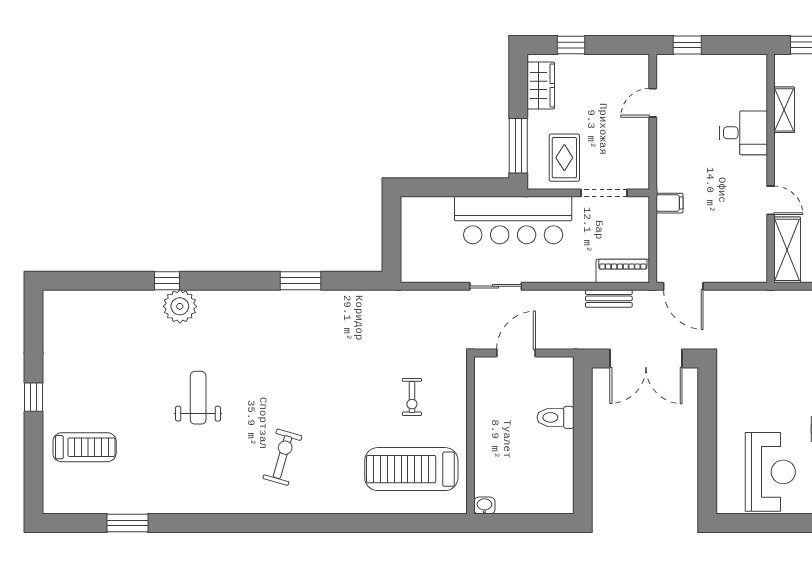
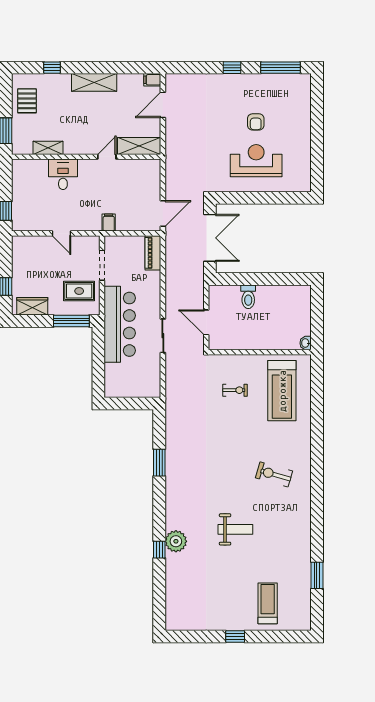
door: (653, 103) -> (62, 233), moved
bench: (609, 298) -> (171, 262), removed
weight bench: (198, 398) -> (235, 529), turned 180
reception desk: (770, 472) -> (256, 161), moved

